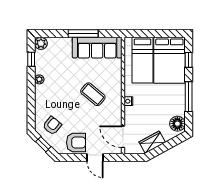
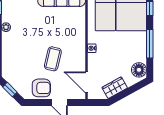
coffee table: (93, 94) -> (53, 59), moved, turned 63
armchair: (52, 126) -> (18, 72), removed

